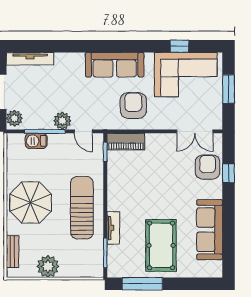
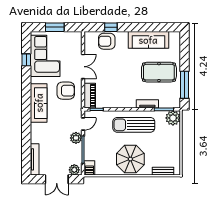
armchair: (133, 105) -> (66, 91), turned 180
double door: (195, 131) -> (83, 67), moved
barbecue: (36, 141) -> (89, 168), moved
plant: (48, 266) -> (173, 118), moved

